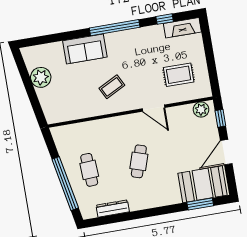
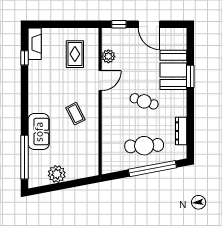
window: (115, 28) -> (25, 157), moved
plant: (201, 109) -> (108, 56), moved
cafe table: (89, 170) -> (144, 146), width x1.37, depth x1.35
booth: (203, 184) -> (173, 70), moved
window: (200, 204) -> (190, 76), moved

